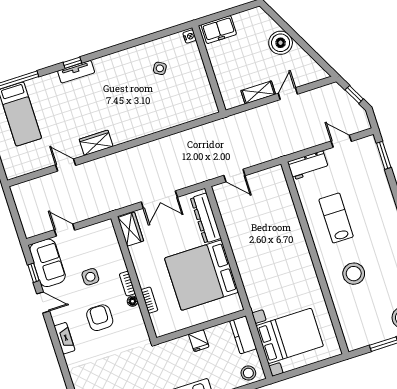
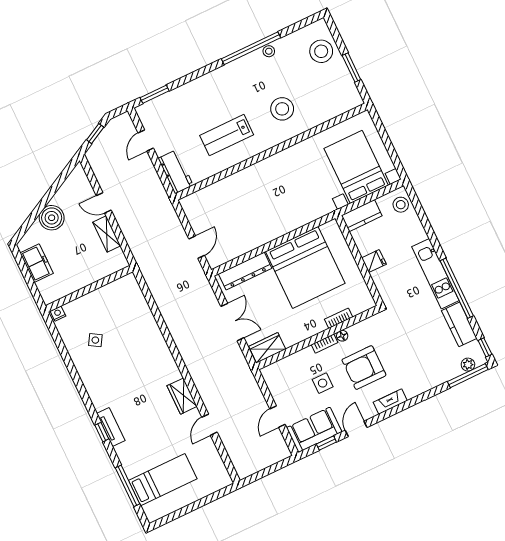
freezer: (219, 30) -> (37, 263), moved
armchair: (100, 318) -> (364, 368), width x1.36, depth x1.36

